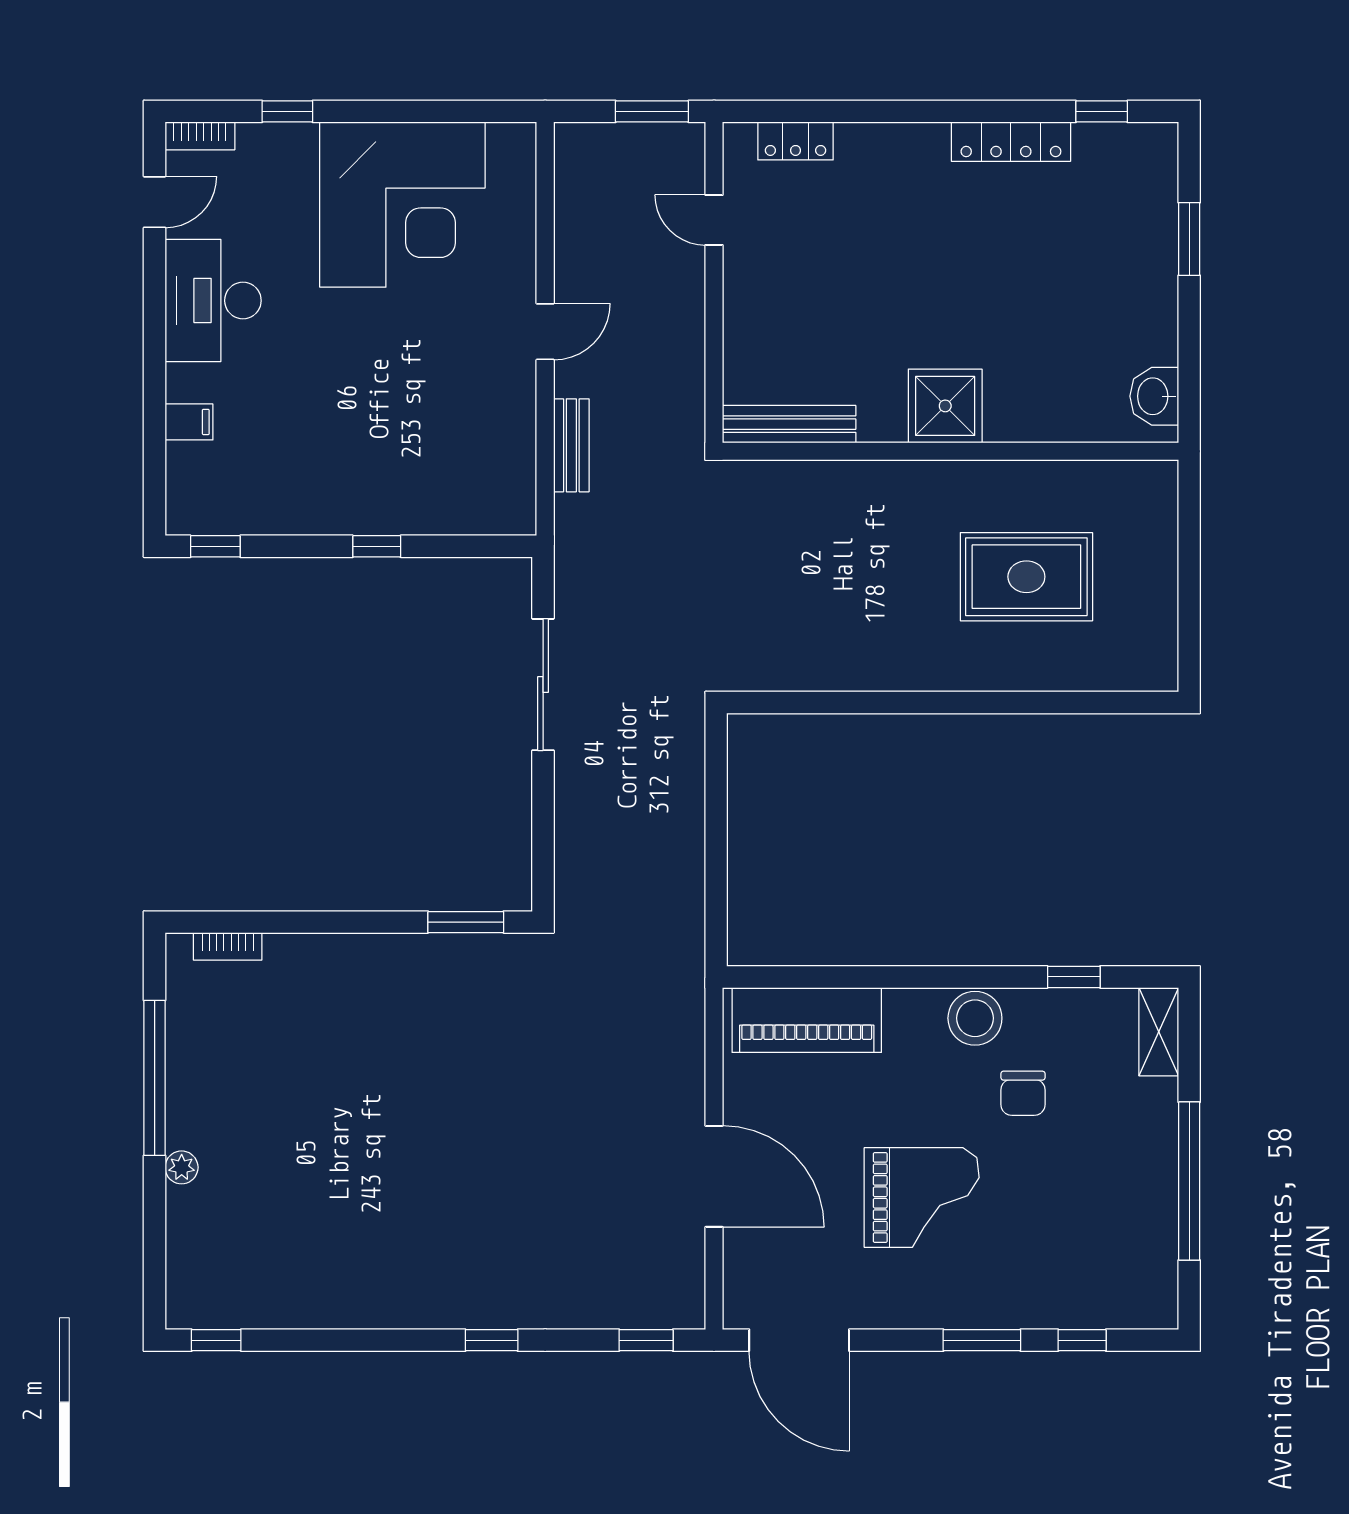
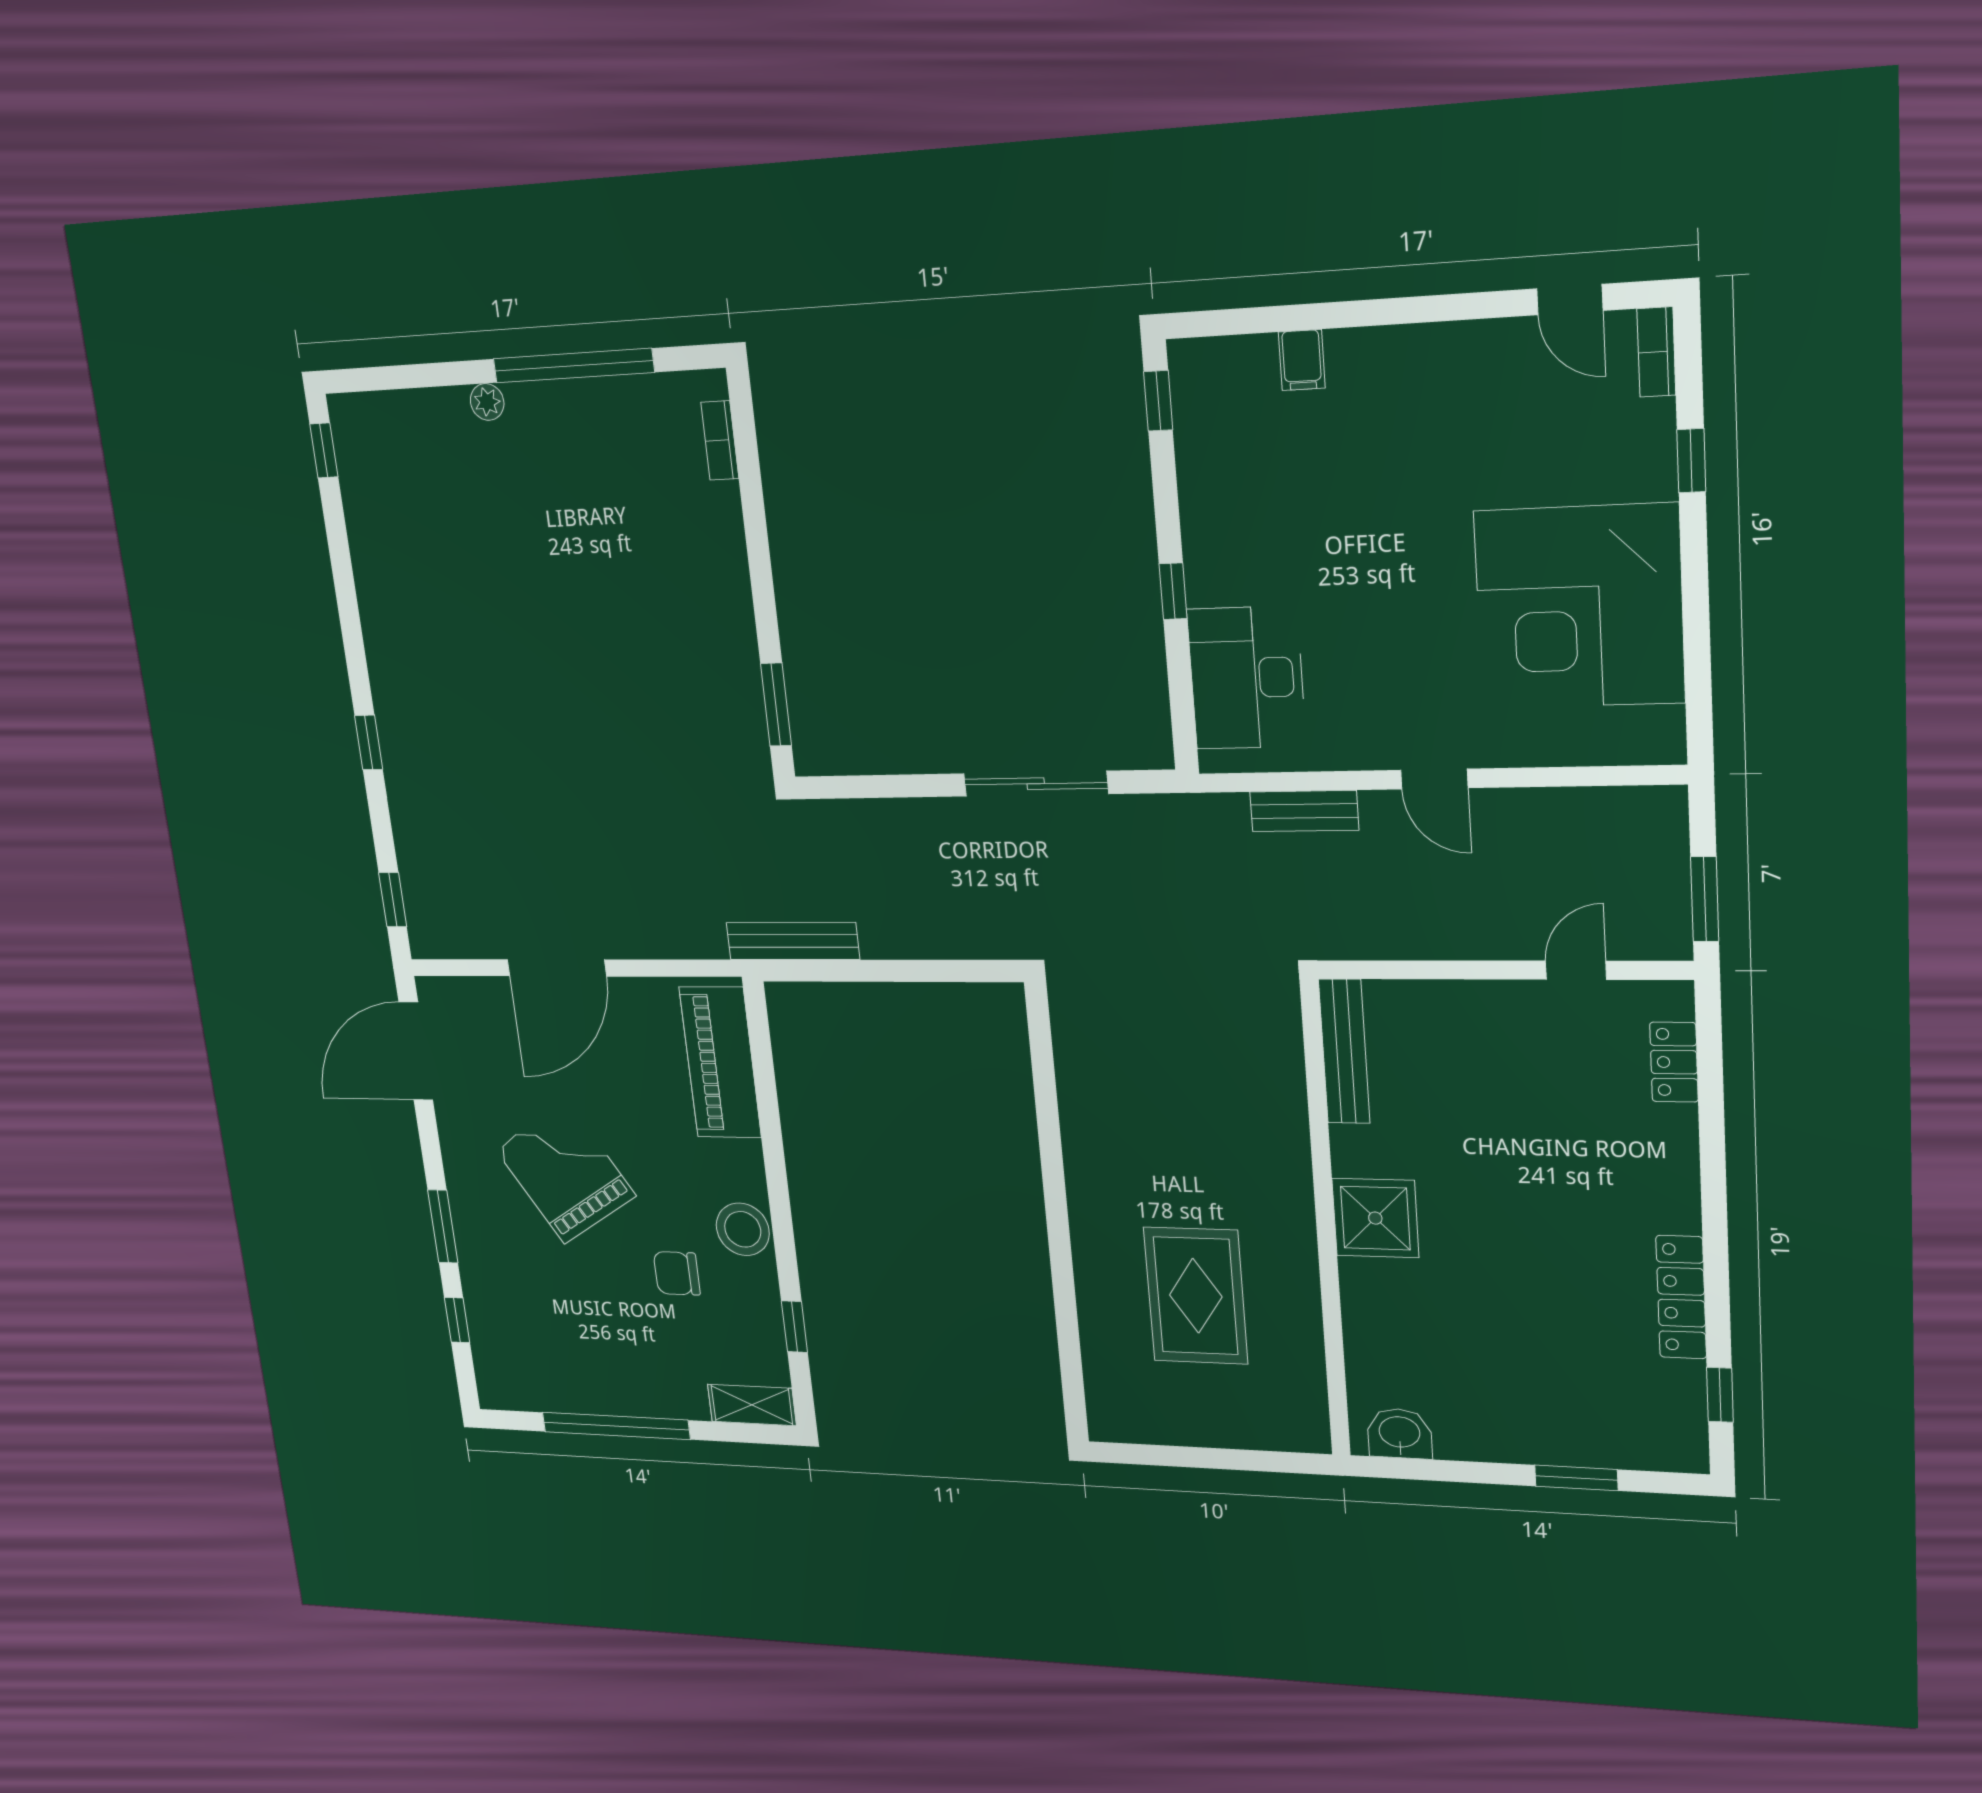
desk: (213, 301) -> (1247, 678), moved, turned -90
bench: (688, 932) -> (793, 941), added
grand piano: (922, 1197) -> (565, 1173), turned 148

